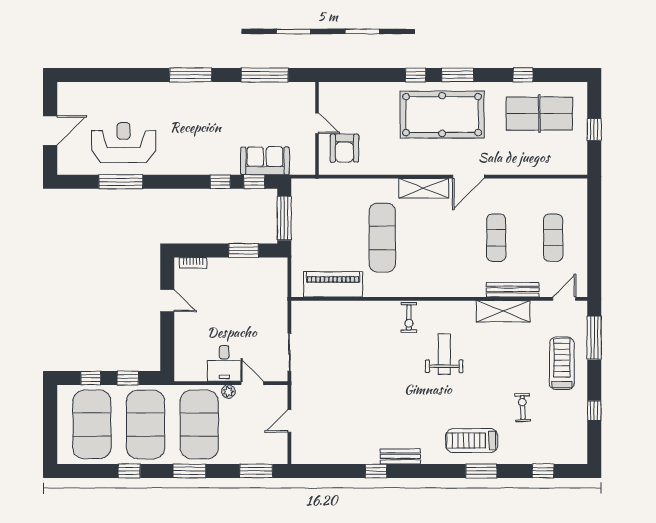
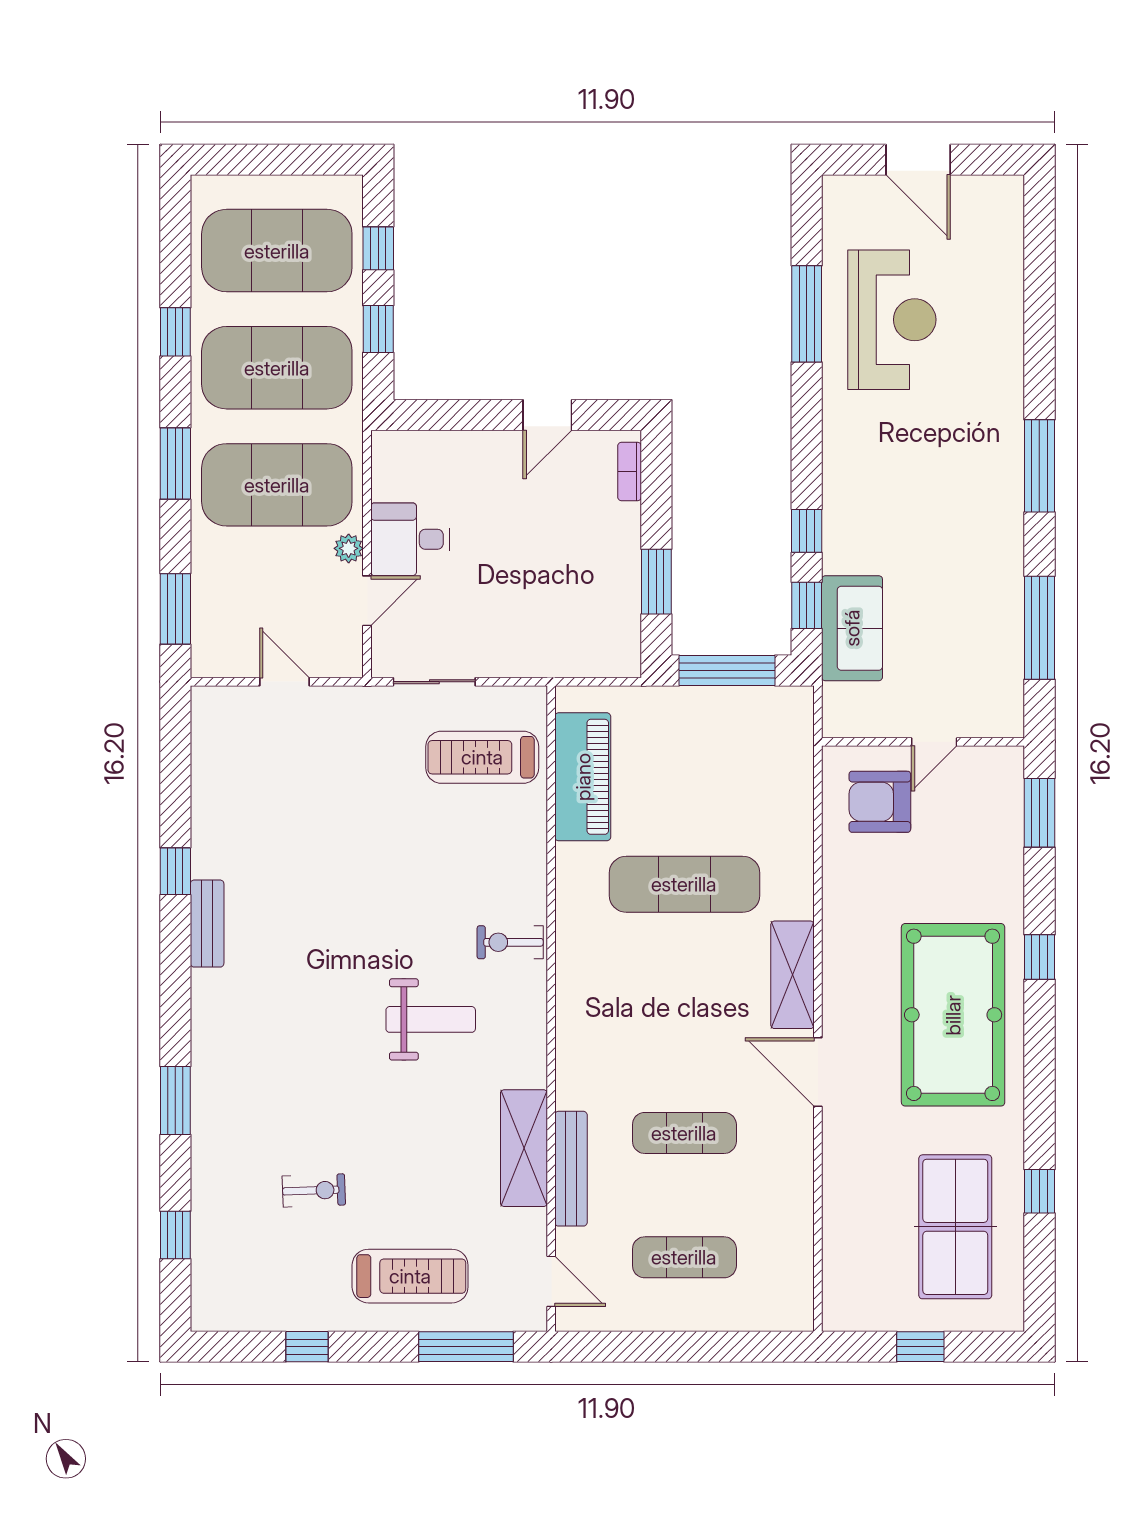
window: (458, 75) -> (1039, 813), moved
treadmill: (472, 441) -> (482, 757), moved, turned -90

